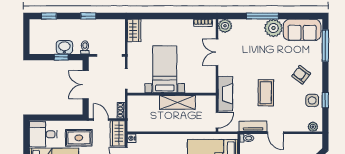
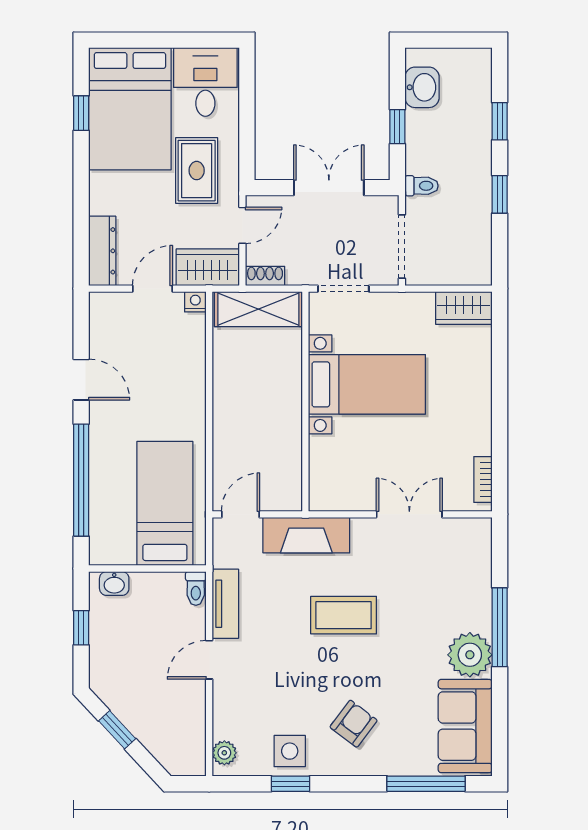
window: (49, 16) -> (500, 121), moved
plant: (225, 26) -> (475, 534), removed
washbasin: (64, 47) -> (422, 87), moved
coffee table: (266, 93) -> (344, 615), moved
shelving: (177, 102) -> (258, 309), moved, turned 90
door: (217, 120) -> (241, 514), swing flipped

